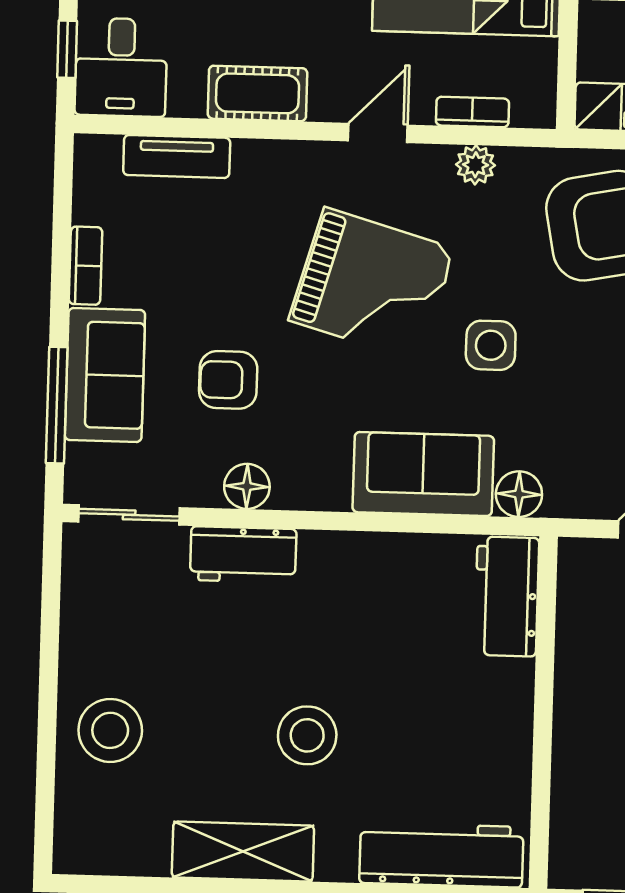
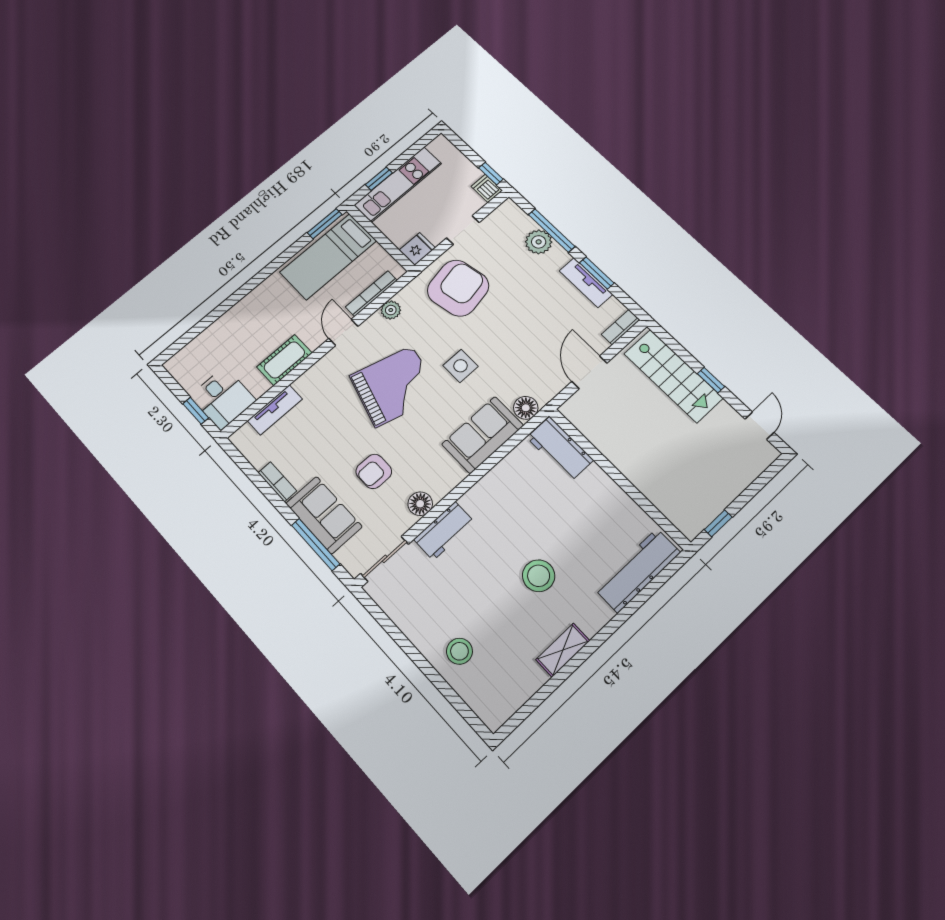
bookcase: (472, 112) -> (371, 294), width x1.56
stool: (110, 730) -> (459, 651), width x0.73, depth x0.73
shelving: (243, 851) -> (563, 650), width x0.67, depth x0.75

